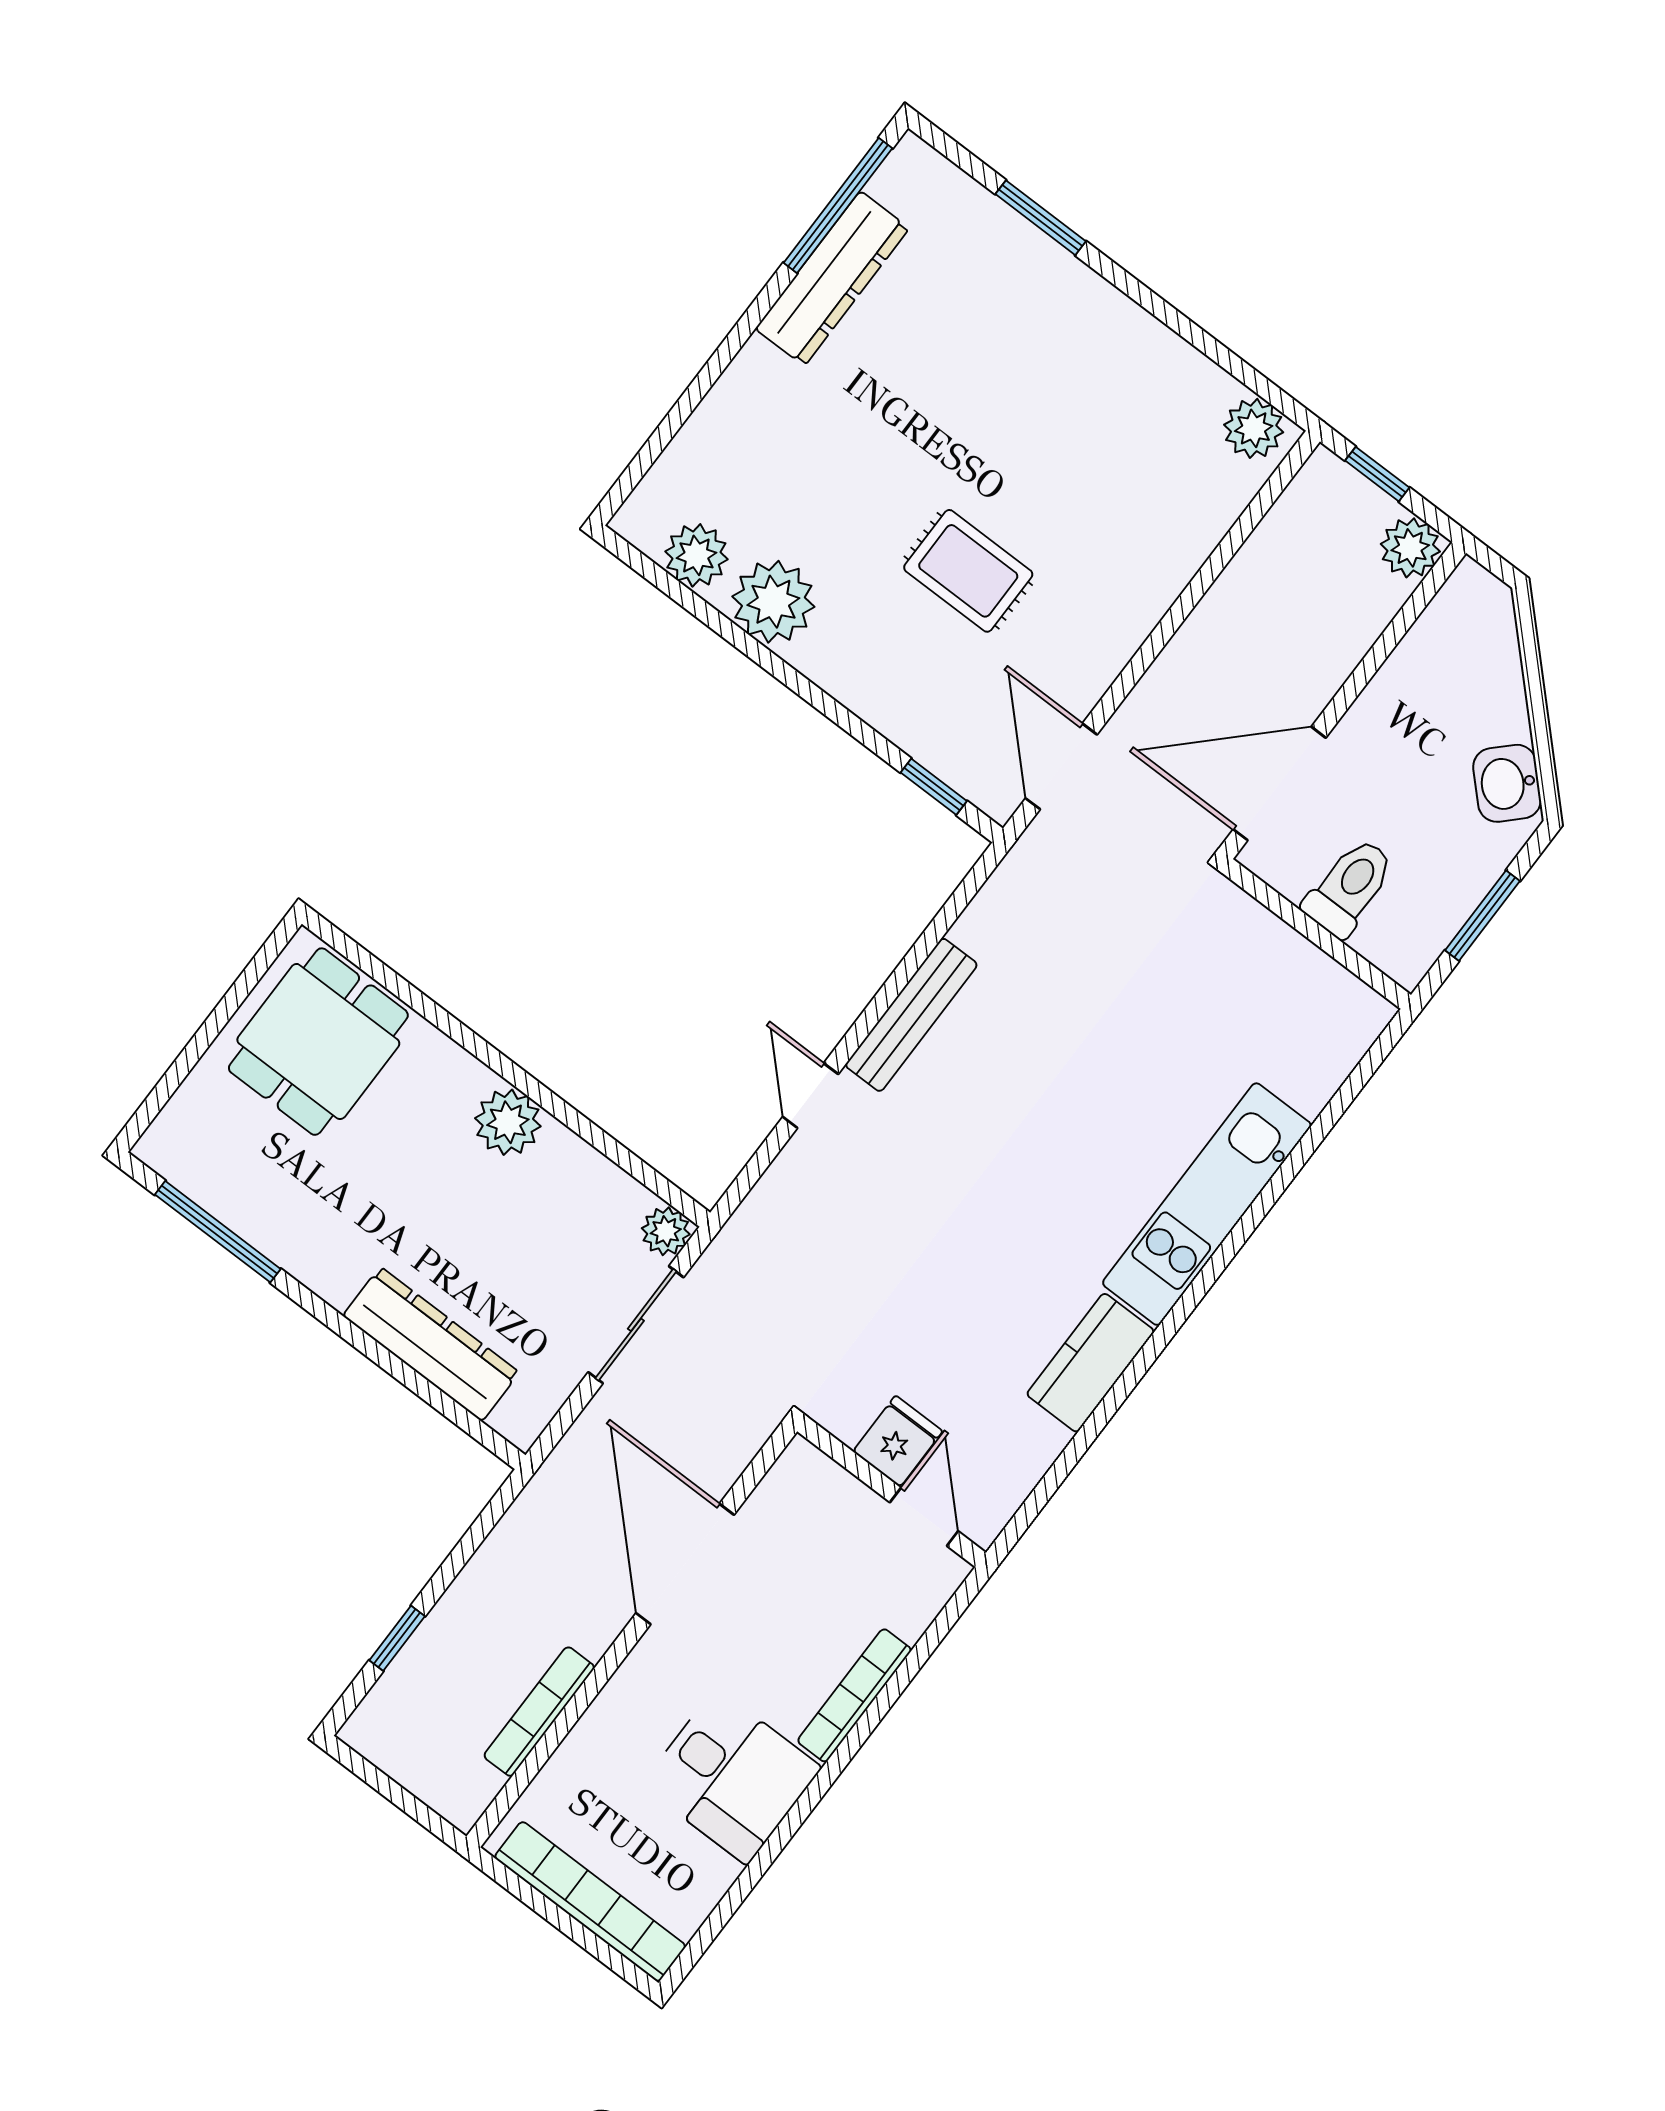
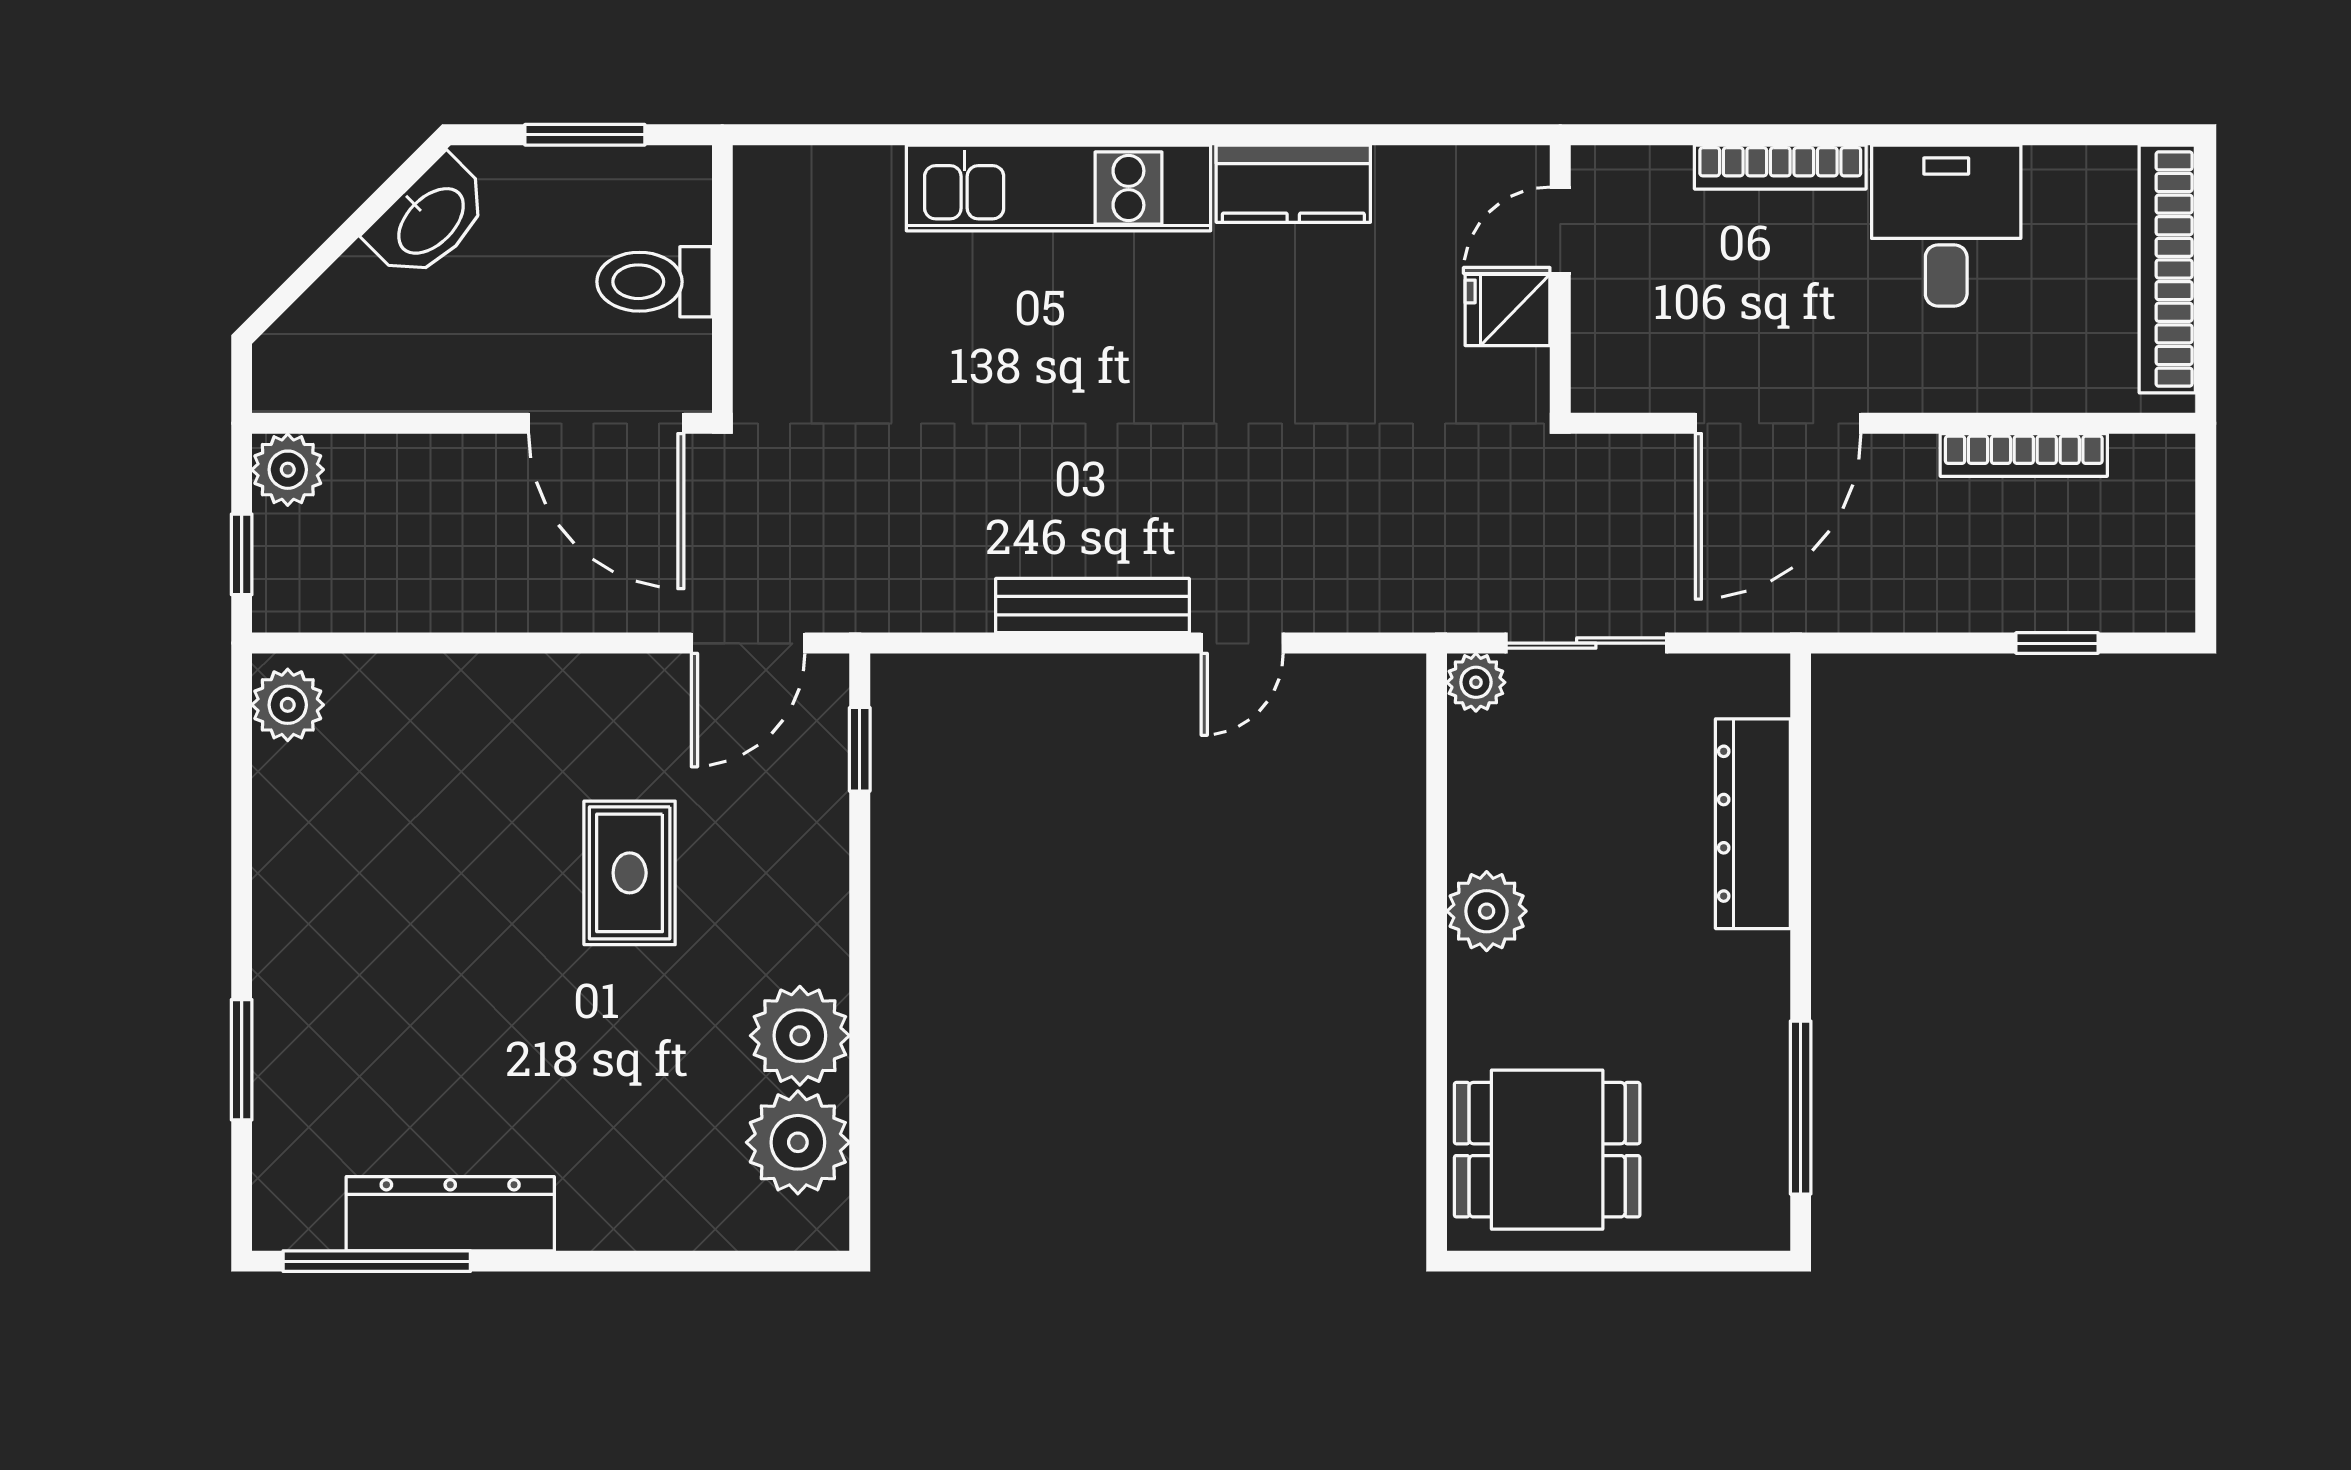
plant: (696, 555) -> (798, 1142), width x1.36, depth x1.36
washbasin: (1507, 783) -> (429, 219), width x1.38

